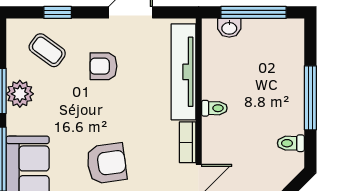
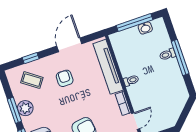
washbasin: (229, 28) -> (145, 28), moved
armchair: (103, 66) -> (65, 78), turned 90
toilet: (291, 143) -> (167, 54), moved

